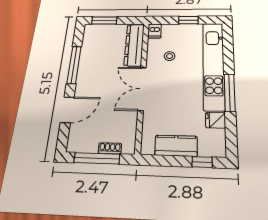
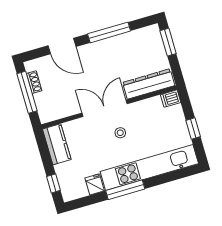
stool: (170, 56) -> (120, 133), moved
kitchen counter: (176, 146) -> (57, 144), moved
shoe rack: (110, 148) -> (34, 82), moved

